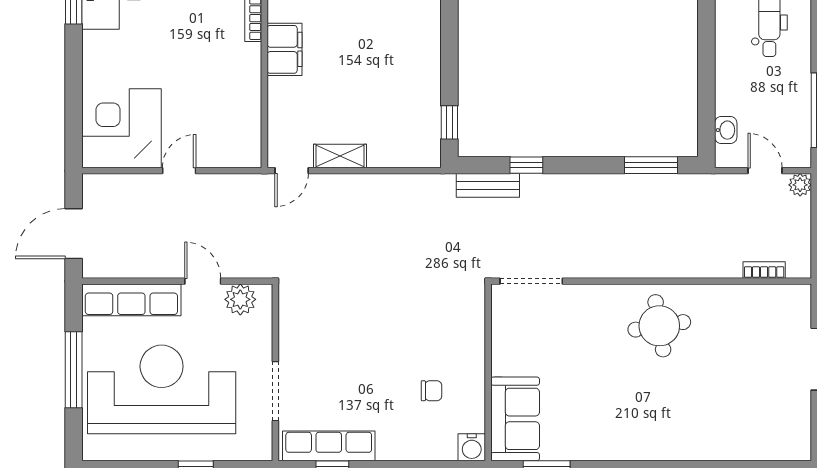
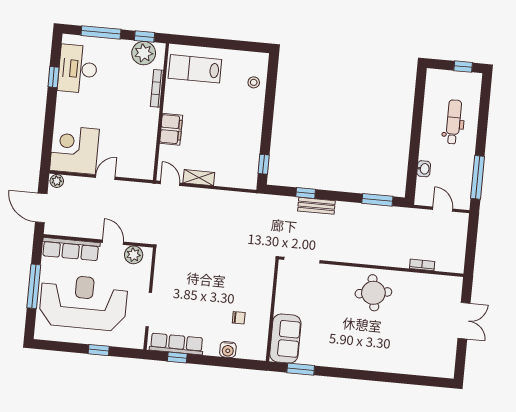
filing cabinet: (285, 49) -> (171, 129), moved
washbasin: (726, 130) -> (424, 169), moved
door: (292, 171) -> (170, 183), swing flipped
bench: (488, 185) -> (316, 206), moved
plant: (800, 185) -> (57, 181), moved
door: (74, 234) -> (41, 208), hinge flipped
bookcase: (764, 270) -> (422, 265), moved
water cooler: (472, 447) -> (228, 350), moved

